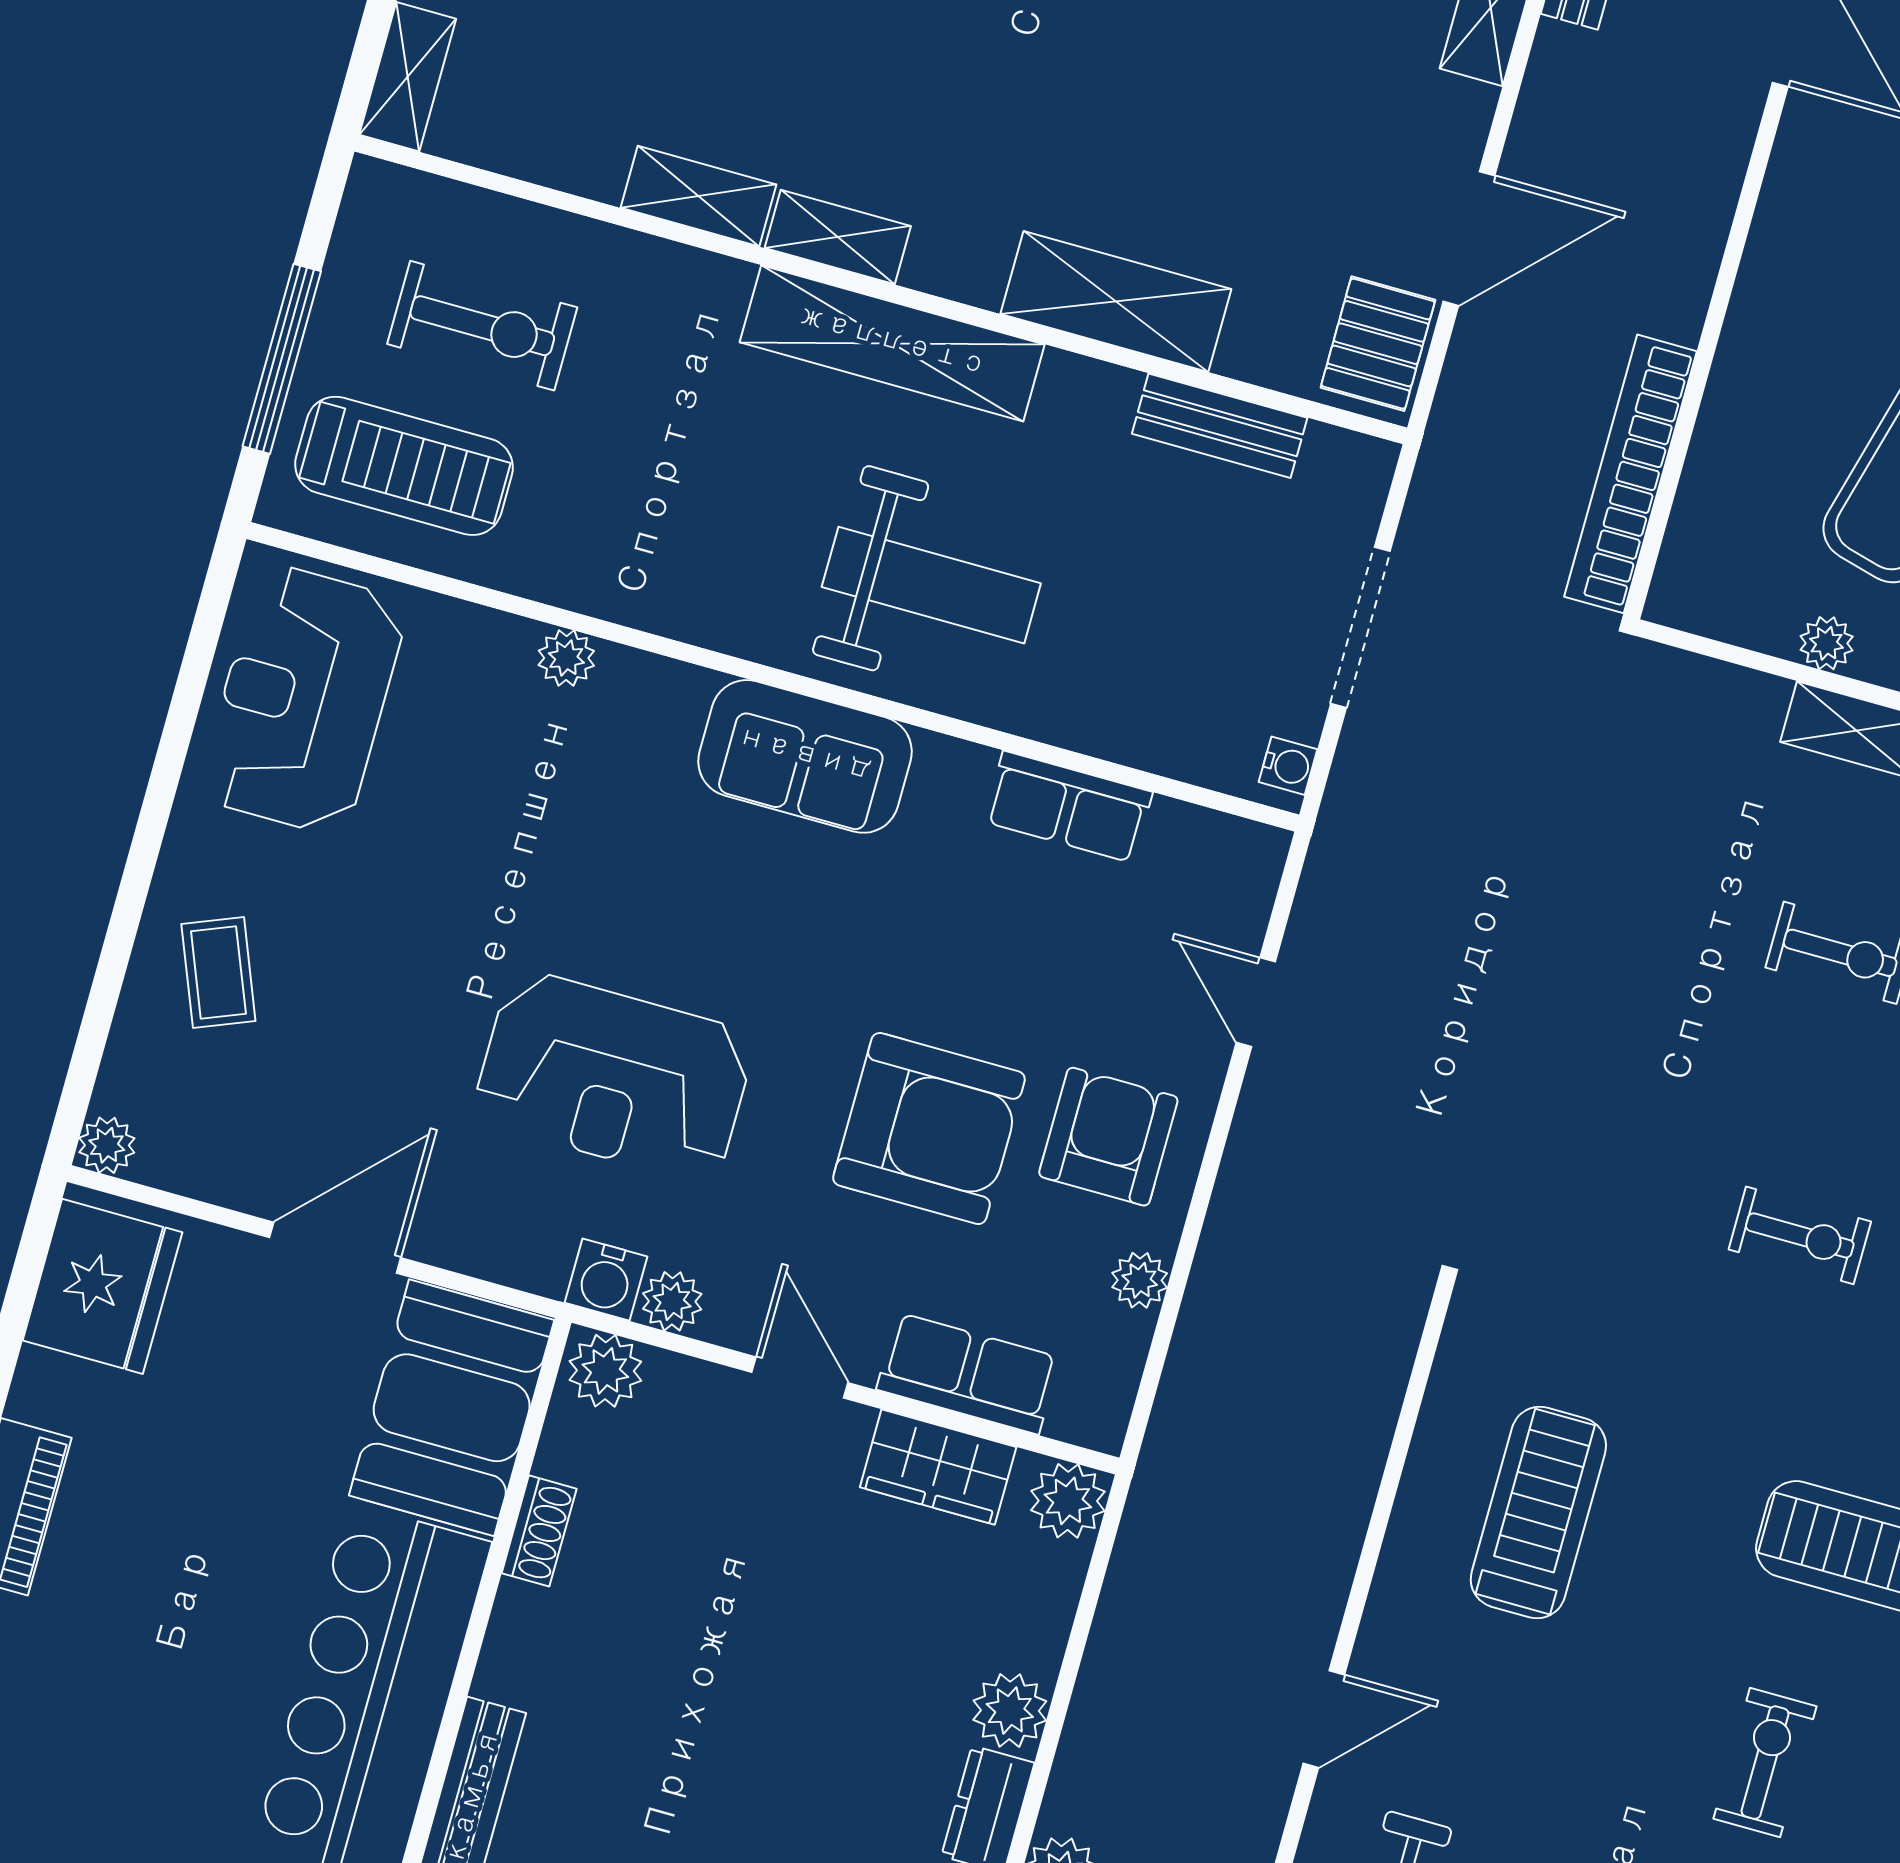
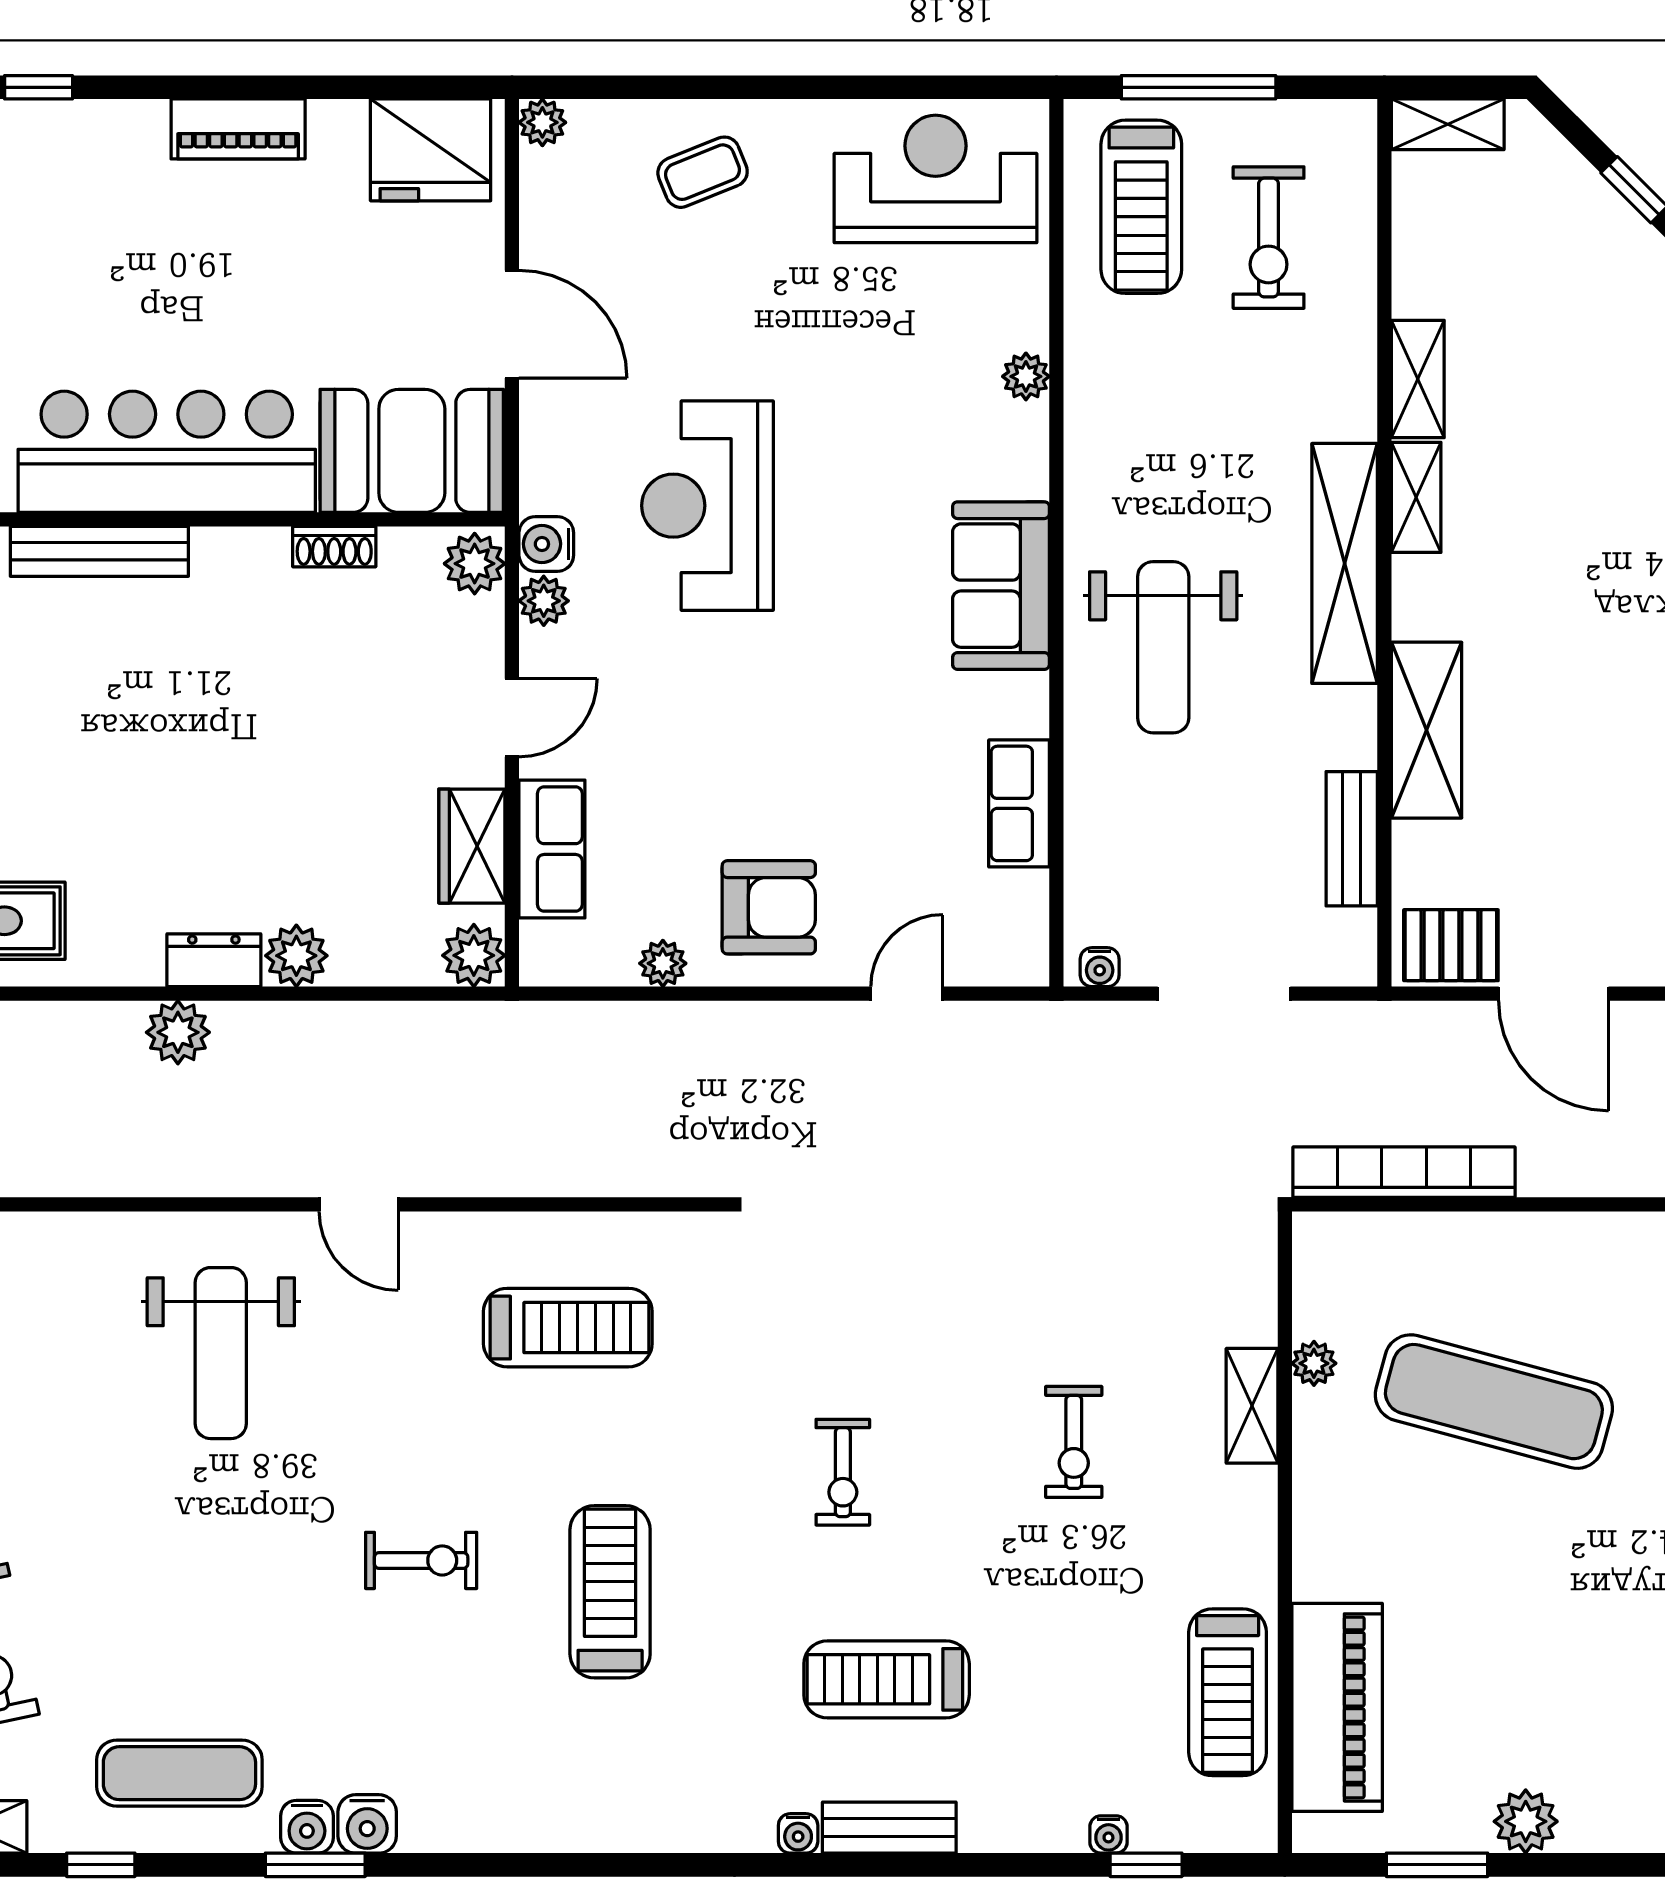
armchair: (929, 1129) -> (736, 765), removed

